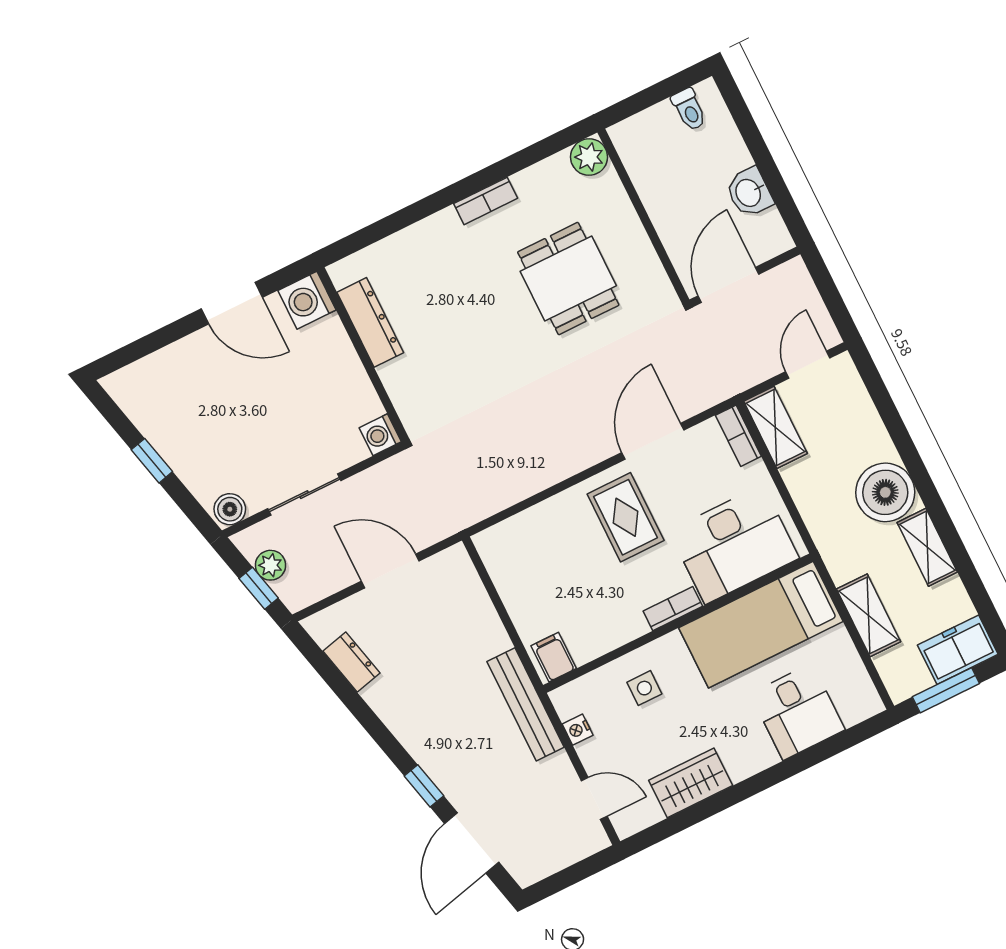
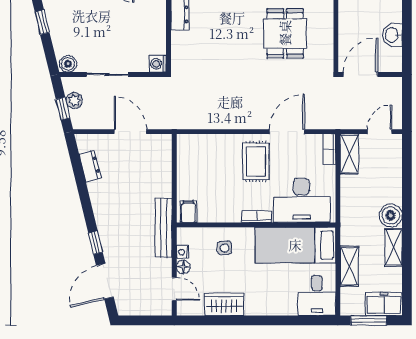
boiler: (885, 492) -> (391, 215), width x0.73, depth x0.73
desk: (798, 712) -> (317, 296), moved
floor lamp: (591, 754) -> (183, 267), added

